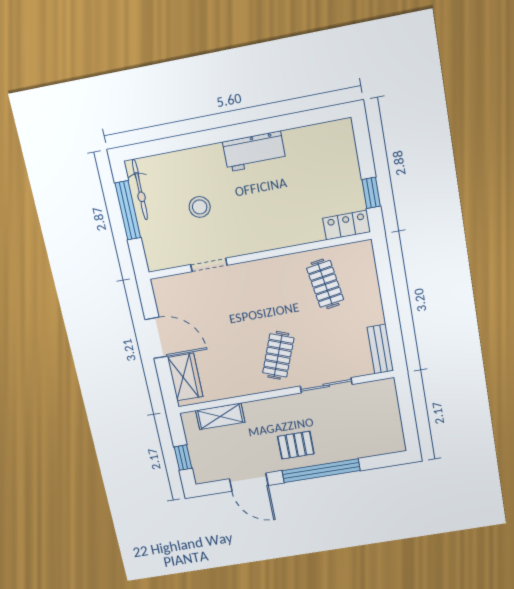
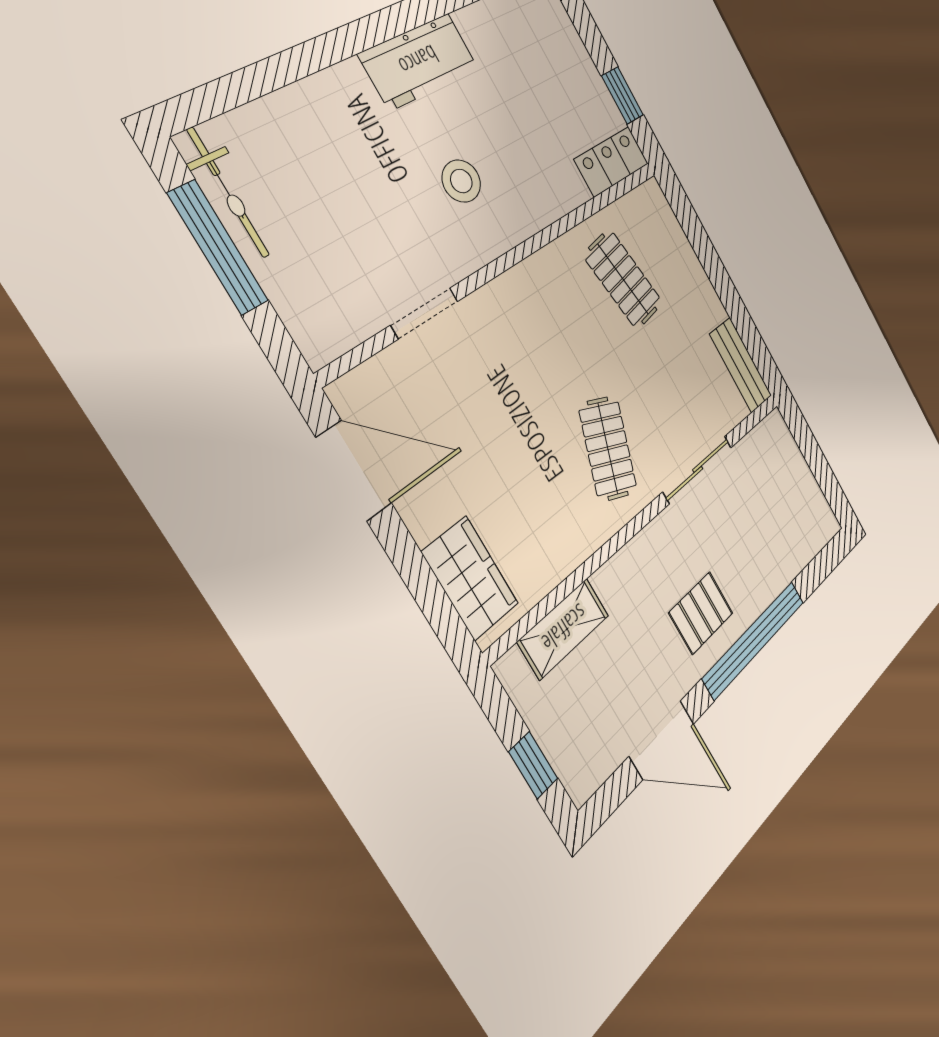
stool: (200, 207) -> (461, 181), moved
door: (156, 338) -> (354, 471), moved

